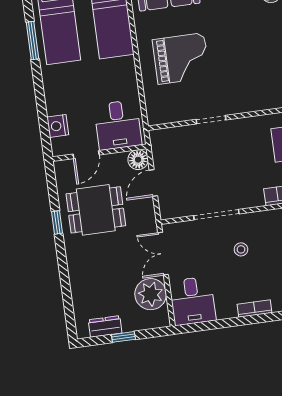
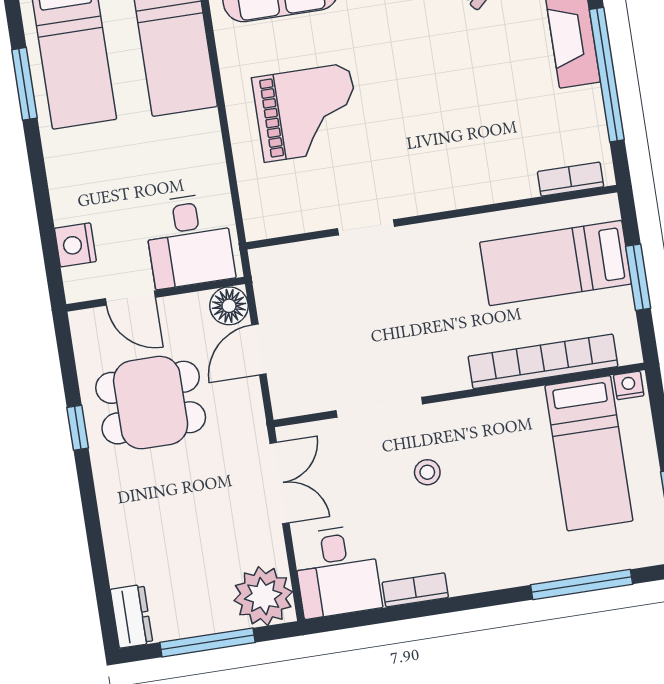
door: (86, 155) -> (130, 298), hinge flipped
double door: (163, 254) -> (280, 483), swing flipped
plant: (151, 294) -> (263, 596), moved
bookcase: (255, 308) -> (415, 590), moved
dresser: (105, 326) -> (131, 616), moved, turned 90
window: (123, 337) -> (208, 642), width x2.17

